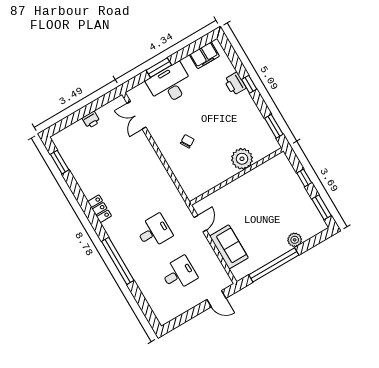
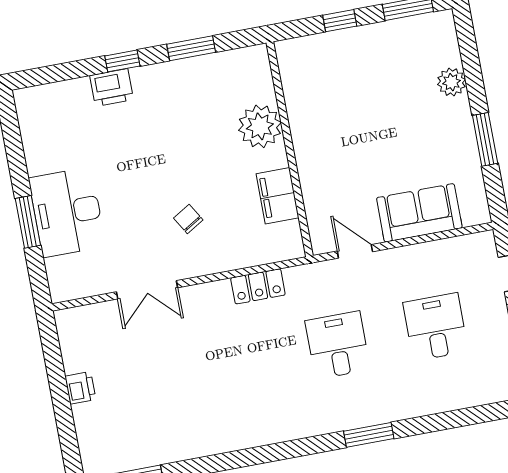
filing cabinet: (204, 55) -> (278, 196), moved, turned 180
double door: (136, 115) -> (147, 290), moved
window: (274, 126) -> (191, 48), moved
locker: (100, 209) -> (258, 286), moved, turned 180
window: (118, 261) -> (369, 435), width x0.47
window: (274, 265) -> (485, 139), width x0.47

